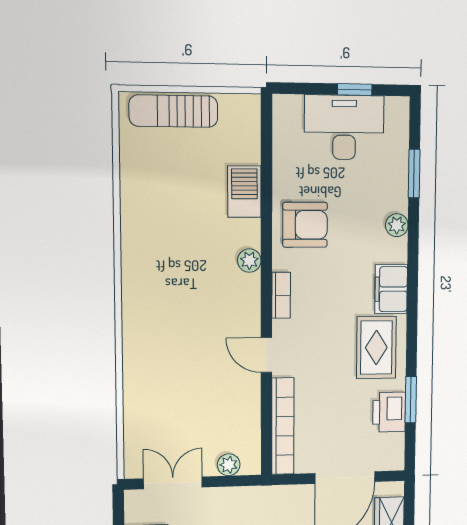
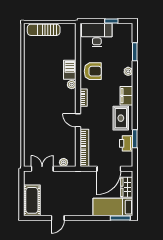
desk: (344, 127) -> (97, 35), moved
barbecue: (244, 192) -> (70, 70), moved

